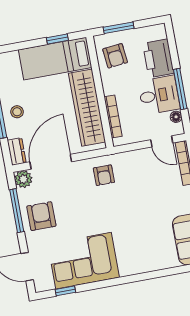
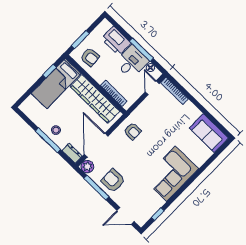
door: (162, 141) -> (152, 88), swing flipped
corner sofa: (84, 261) -> (171, 174), moved

